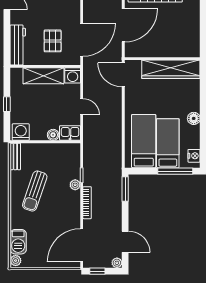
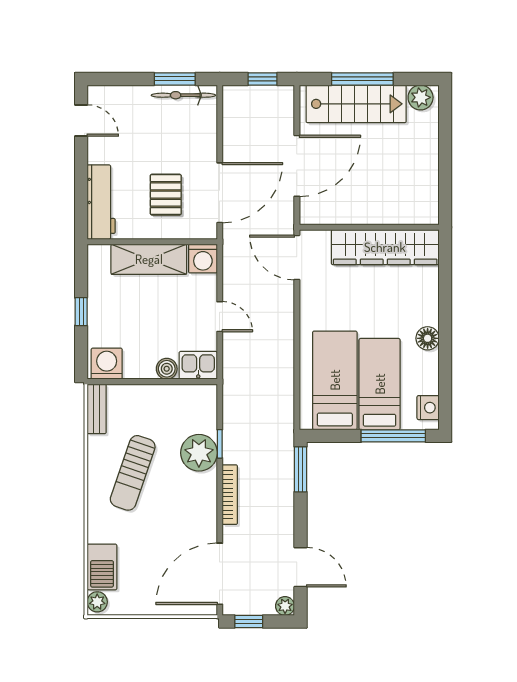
plant: (75, 185) -> (199, 453), width x1.88, depth x1.88

